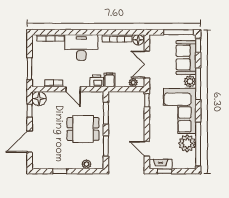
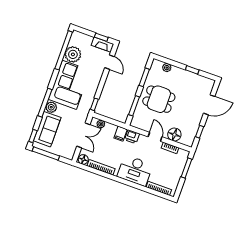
floor lamp: (39, 99) -> (174, 135), moved

